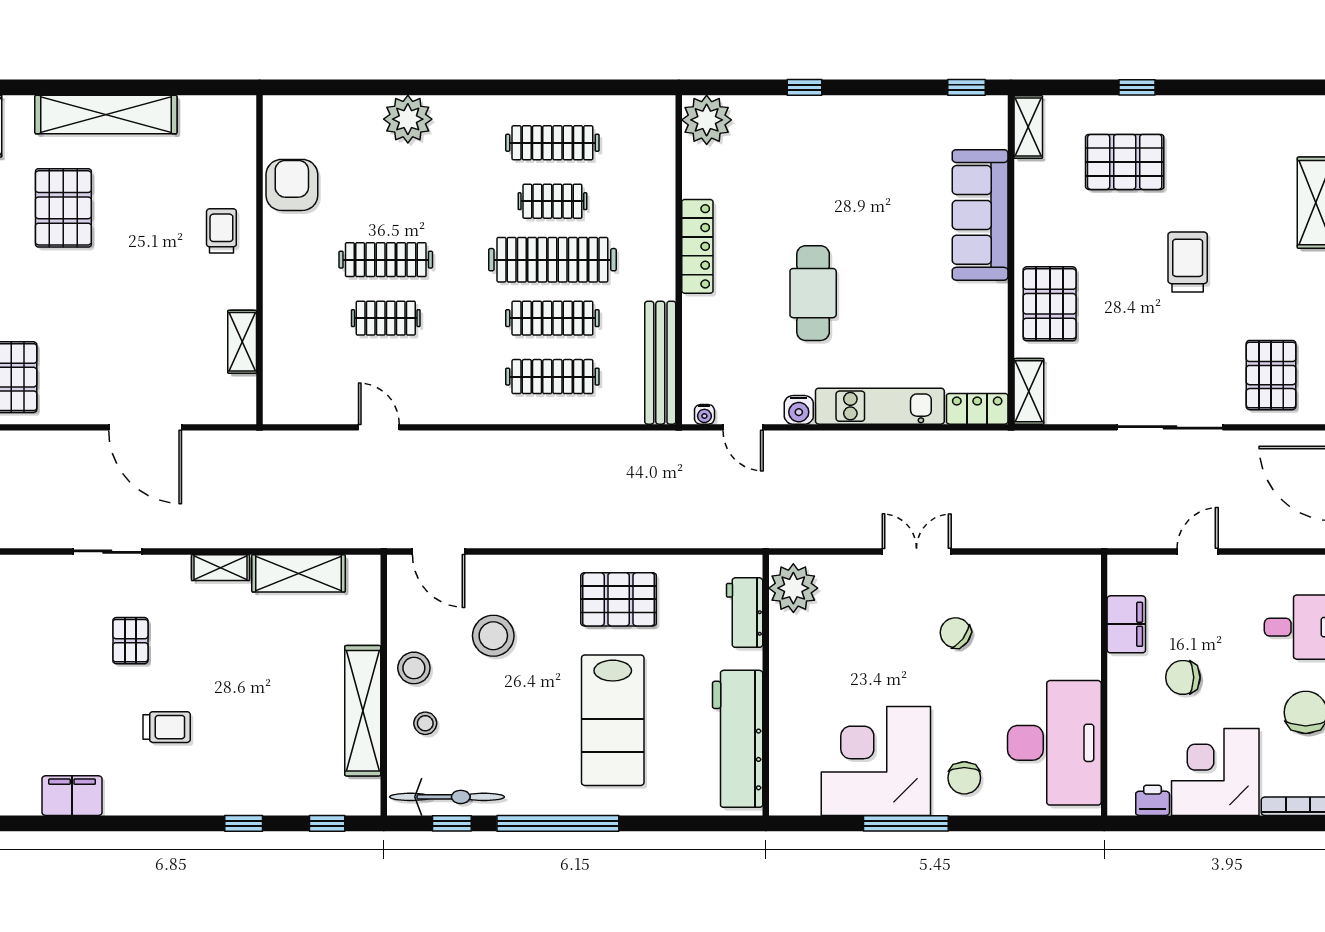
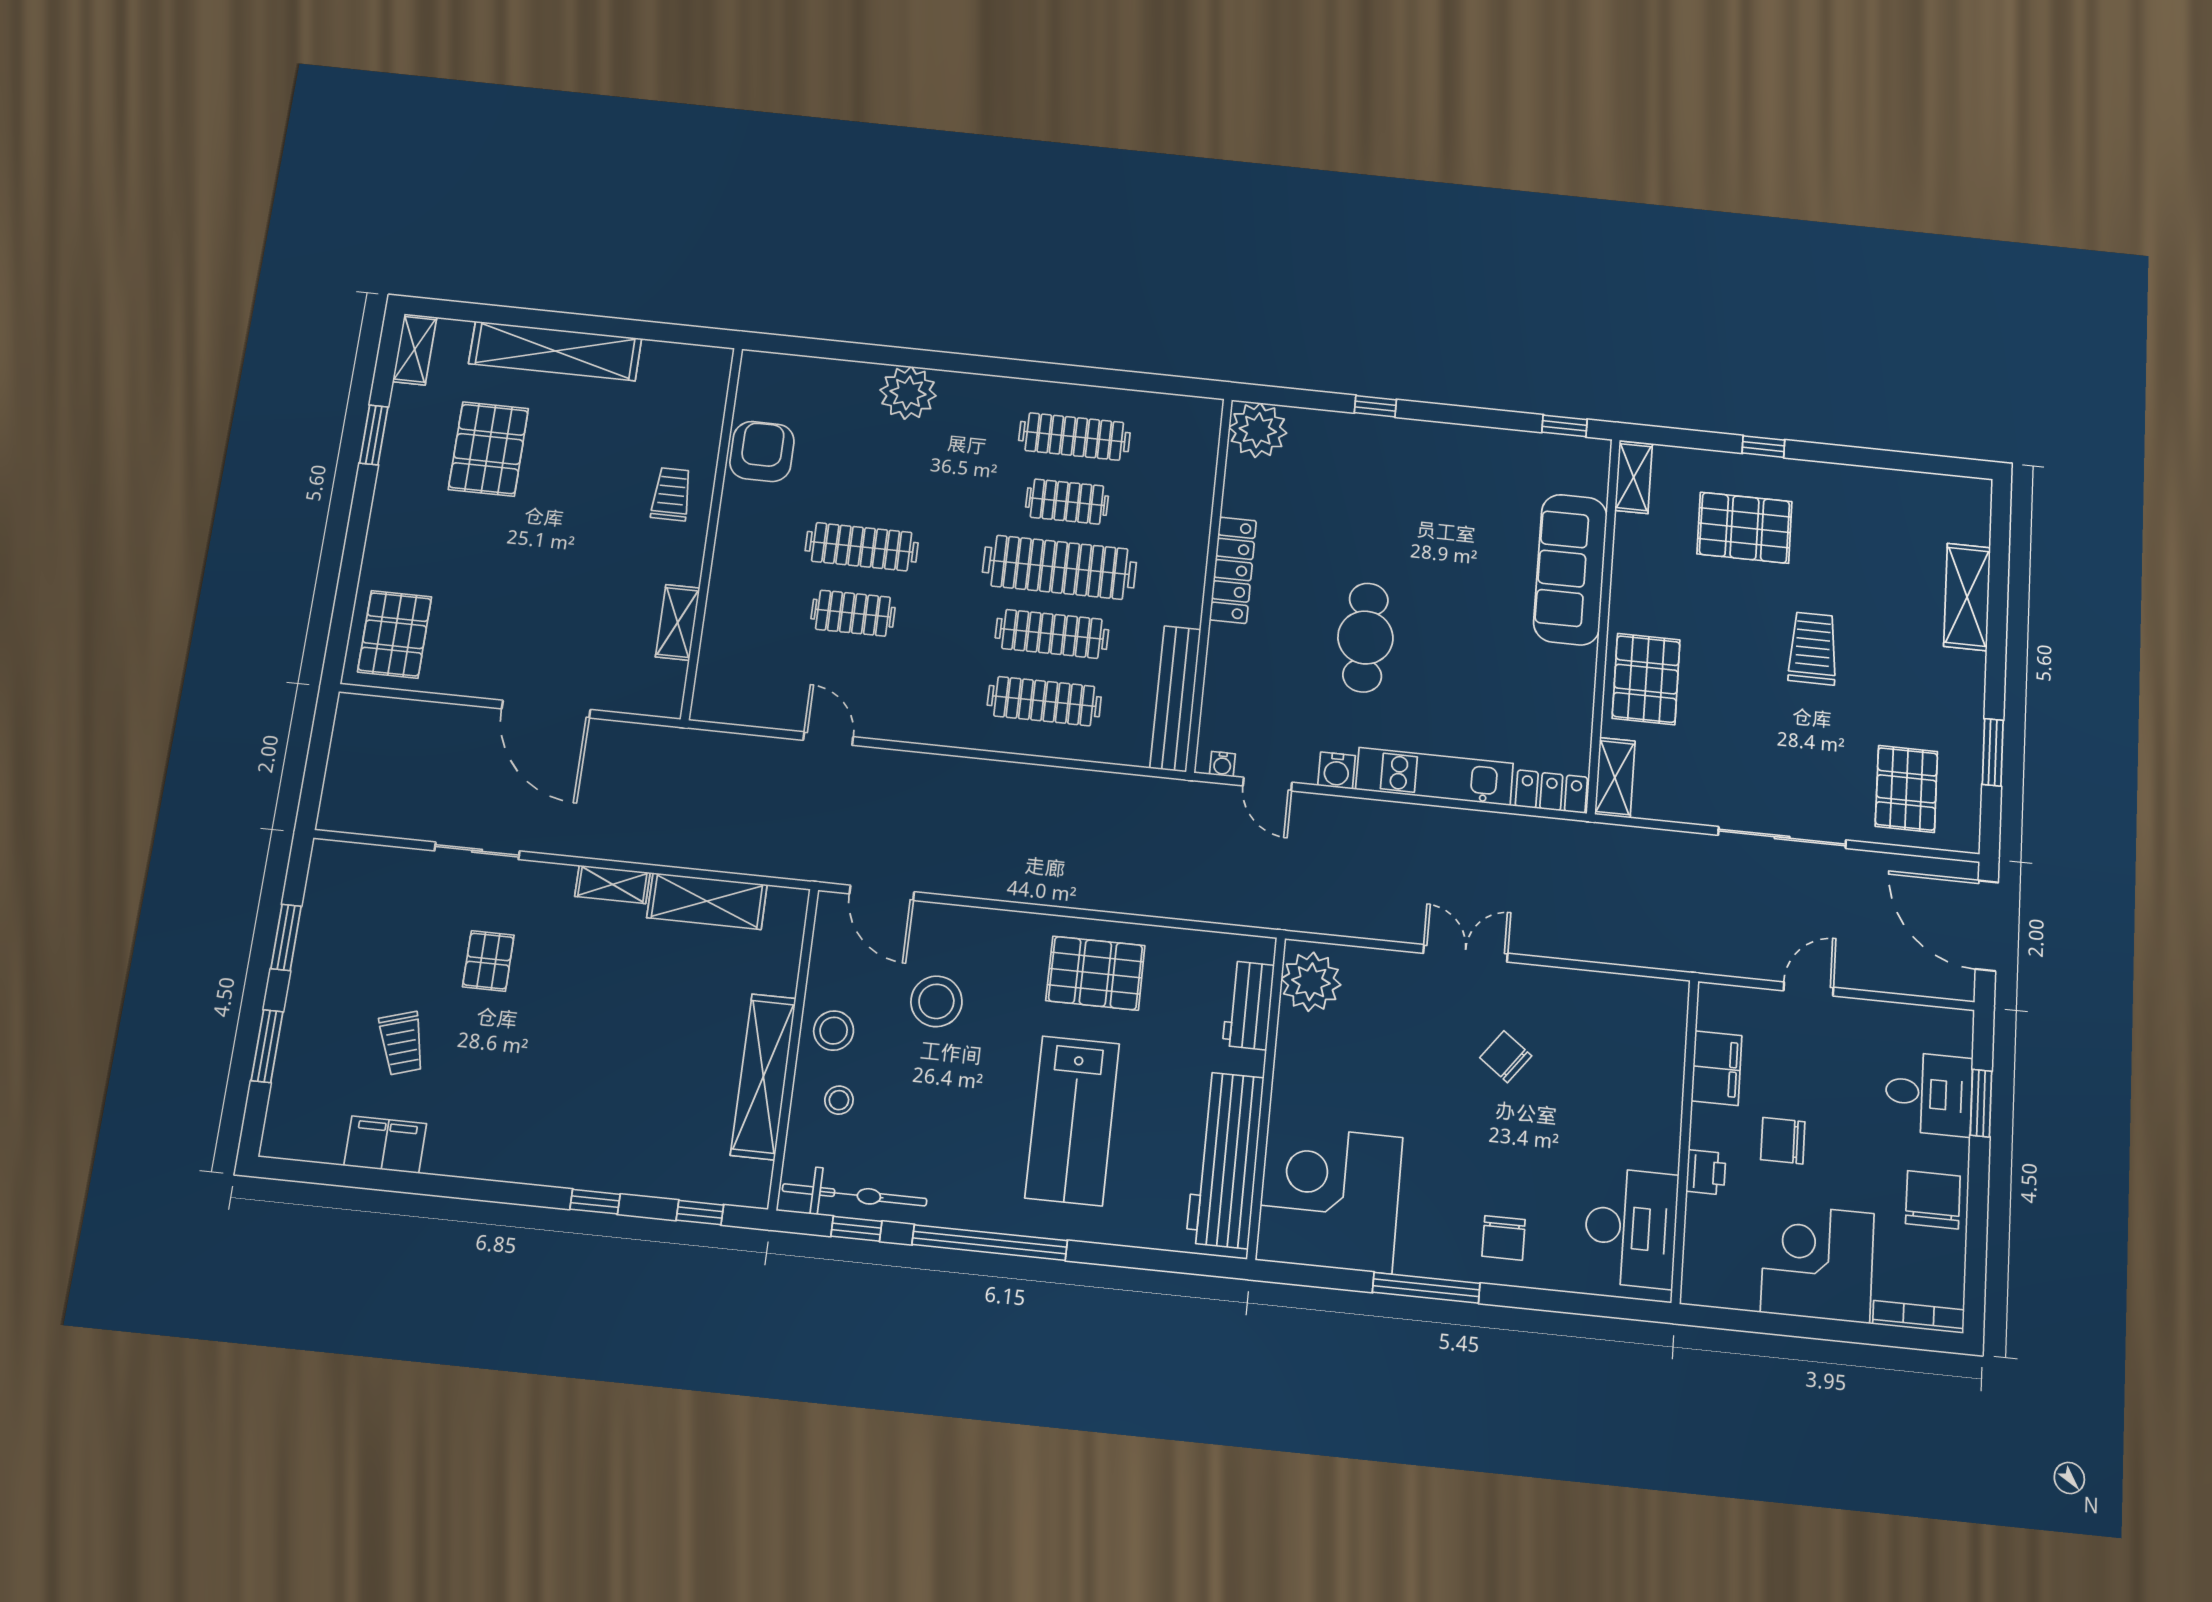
trolley: (167, 727) -> (402, 1043), moved, turned 73
desk: (1054, 743) -> (1631, 1228), width x0.73, depth x0.77
corner desk: (876, 761) -> (1329, 1198), moved
printer: (1153, 800) -> (1706, 1172), moved, turned 90

